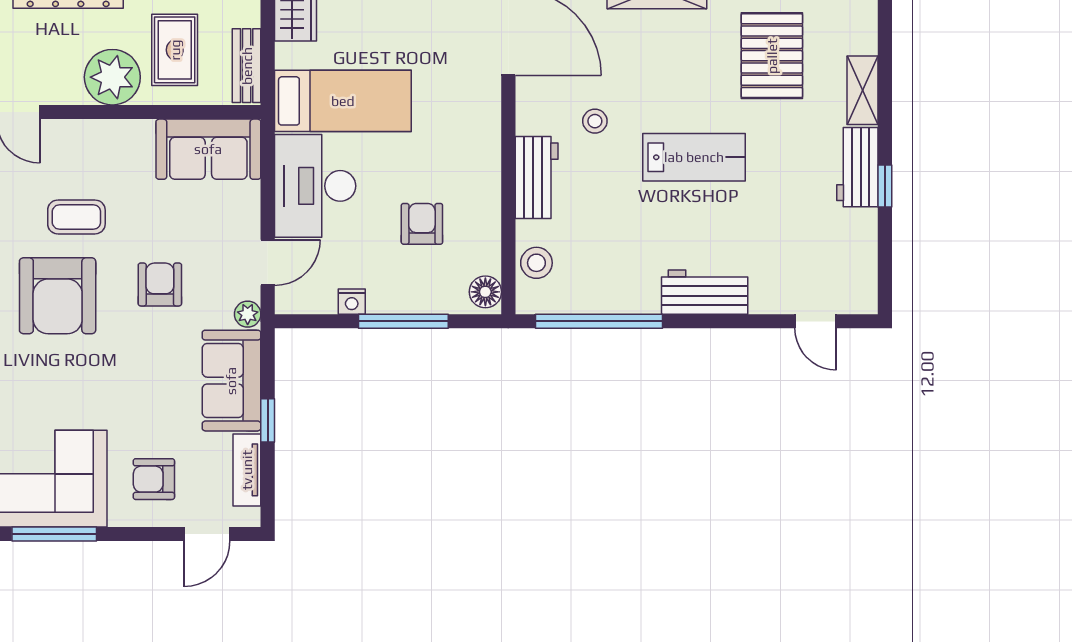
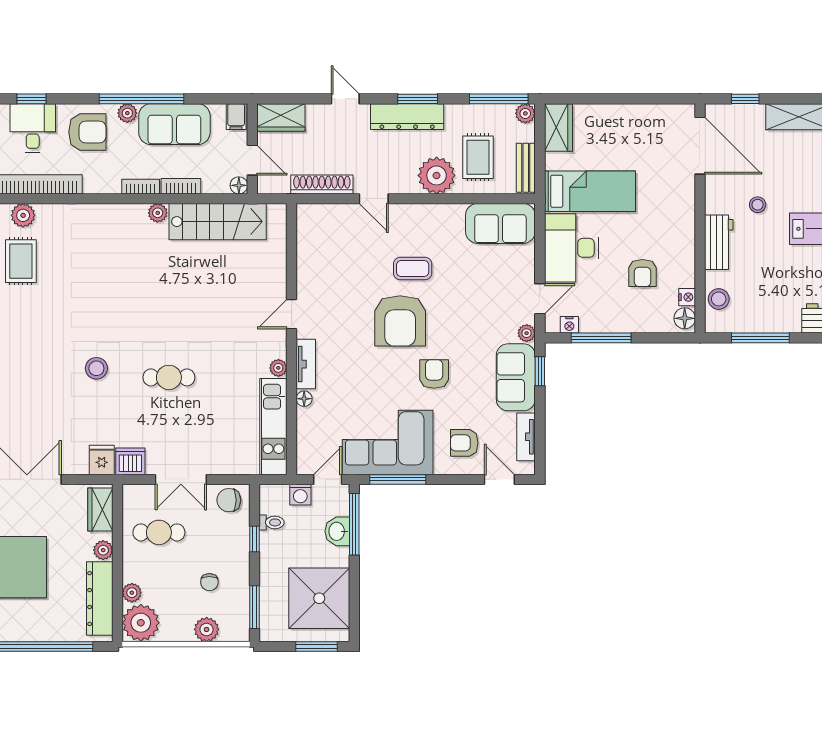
armchair: (422, 224) -> (643, 273), turned 180
nightstand: (489, 260) -> (687, 297), added
armchair: (160, 284) -> (434, 374), moved
nightstand: (352, 302) -> (569, 325), moved
window: (403, 321) -> (601, 338), moved
window: (599, 321) -> (760, 338), width x0.68
window: (268, 420) -> (540, 371), moved
door: (207, 534) -> (499, 479), swing flipped

